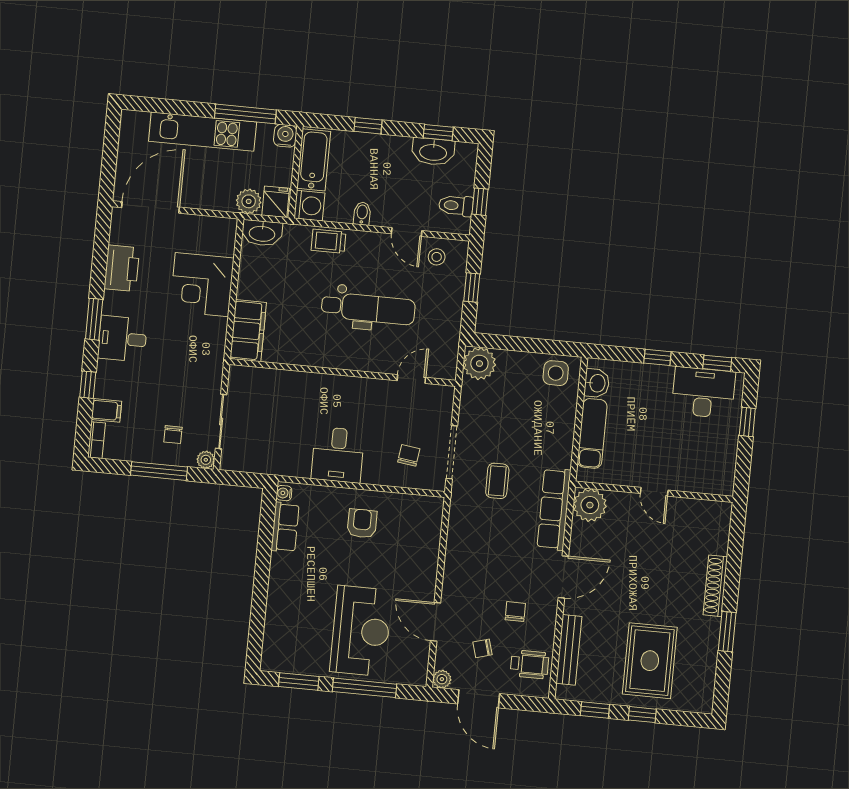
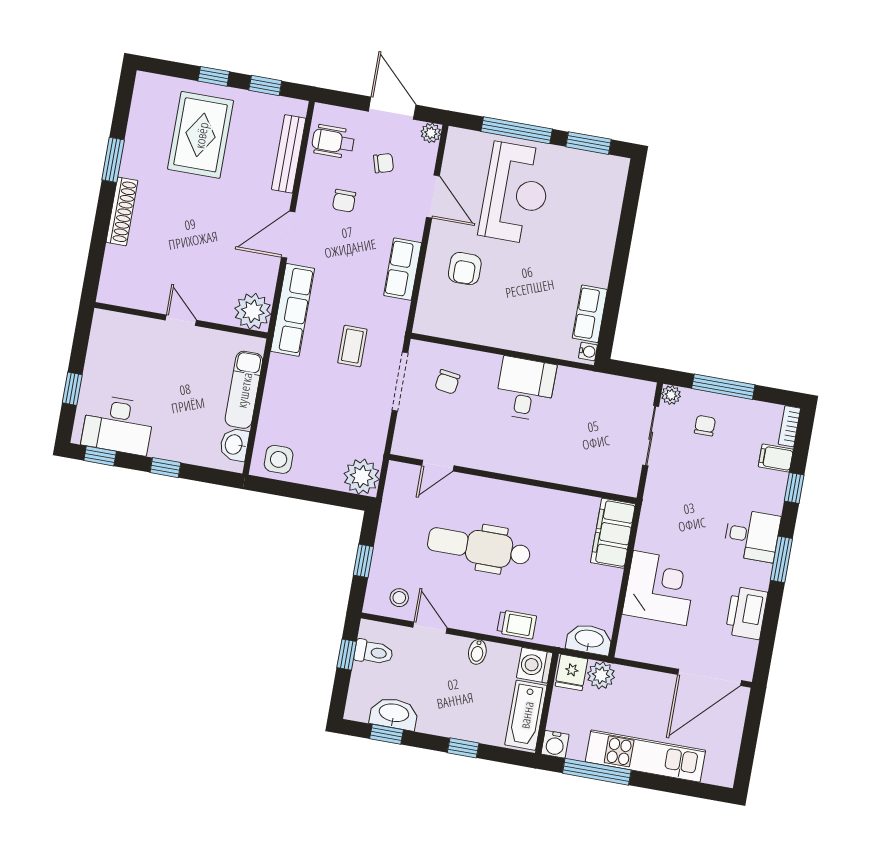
armchair: (362, 523) -> (465, 269), moved
row of seats: (458, 554) -> (403, 269), added
reception desk: (361, 631) -> (516, 193), turned 180

